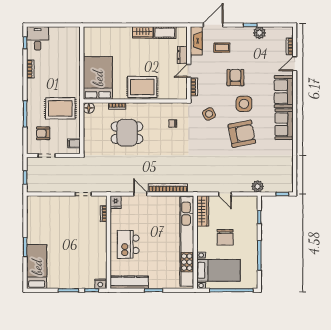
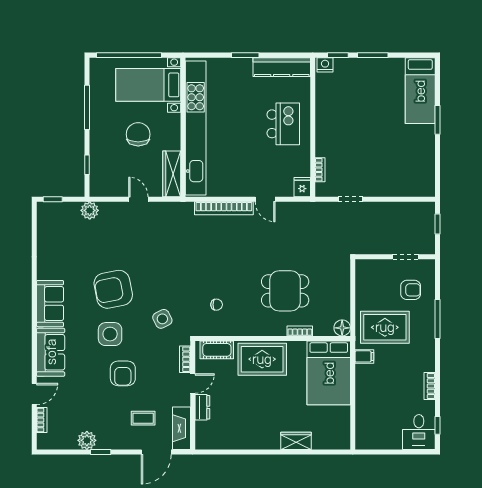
wardrobe: (143, 32) -> (296, 441), moved
cot: (165, 33) -> (217, 350), moved
filing cabinet: (74, 143) -> (364, 356), moved

